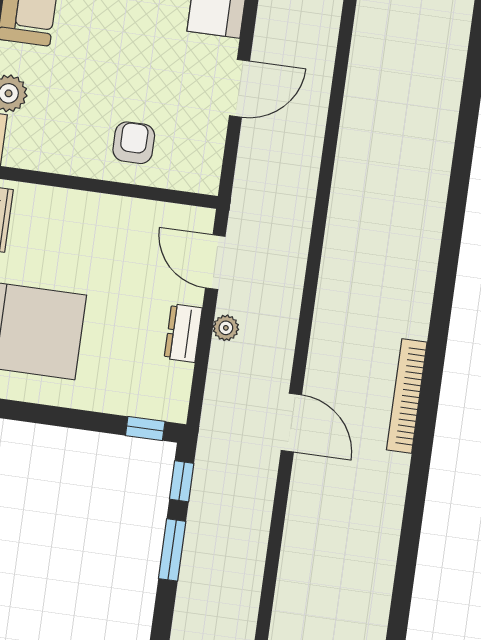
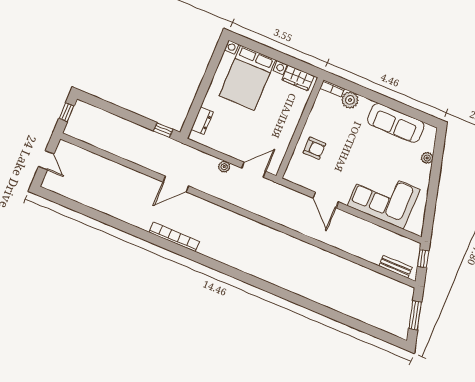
dresser: (183, 333) -> (202, 121), moved, turned 90
window: (145, 429) -> (190, 120), removed
window: (172, 550) -> (135, 118), removed

